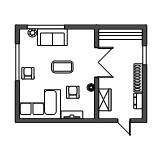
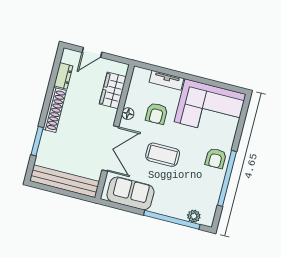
sofa: (52, 37) -> (130, 193), moved
double door: (97, 62) -> (110, 148), swing flipped
door: (124, 121) -> (92, 52), swing flipped

